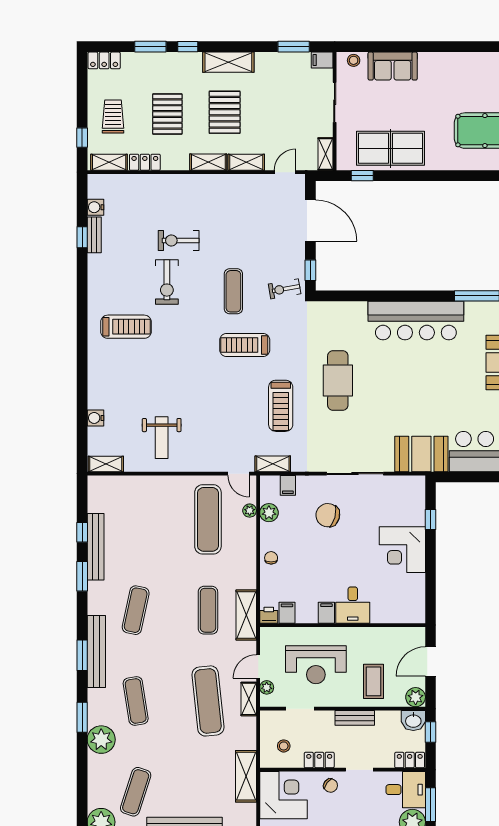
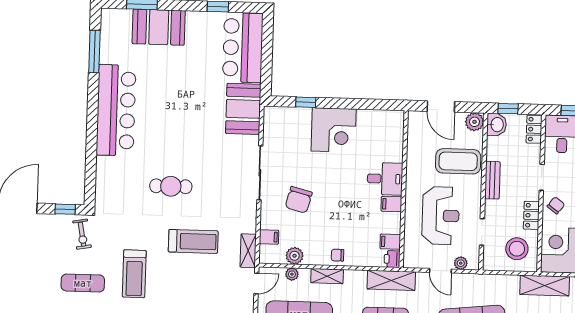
cafe table: (338, 381) -> (171, 186), width x0.73, depth x0.74
coffee table: (373, 681) -> (458, 161), width x1.36, depth x1.32
shelving: (249, 699) -> (327, 276), moved
stool: (284, 746) -> (517, 249), width x1.89, depth x1.89

